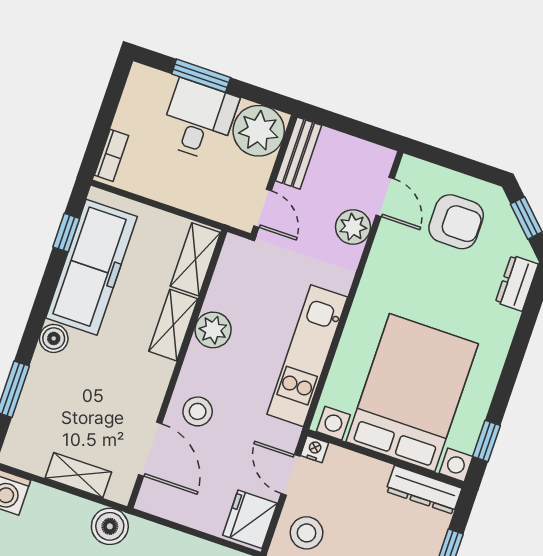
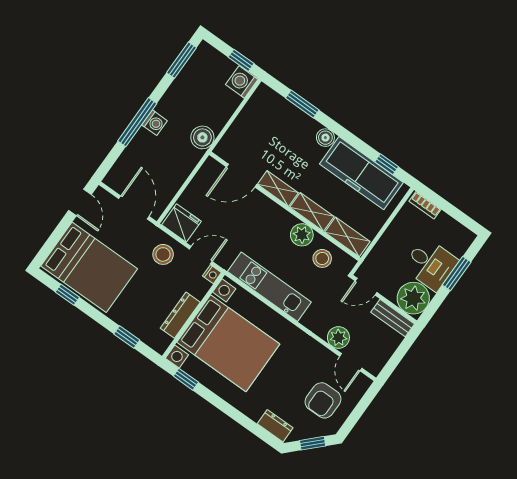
door: (385, 197) -> (351, 362), hinge flipped
stool: (198, 411) -> (322, 258), moved
shelving: (78, 475) -> (278, 188), moved, turned 90
dresser: (424, 490) -> (180, 315), moved

